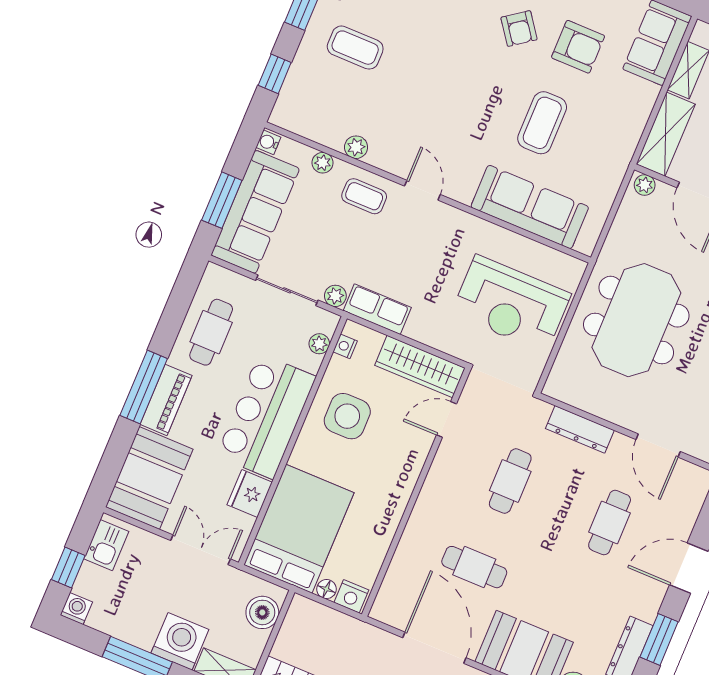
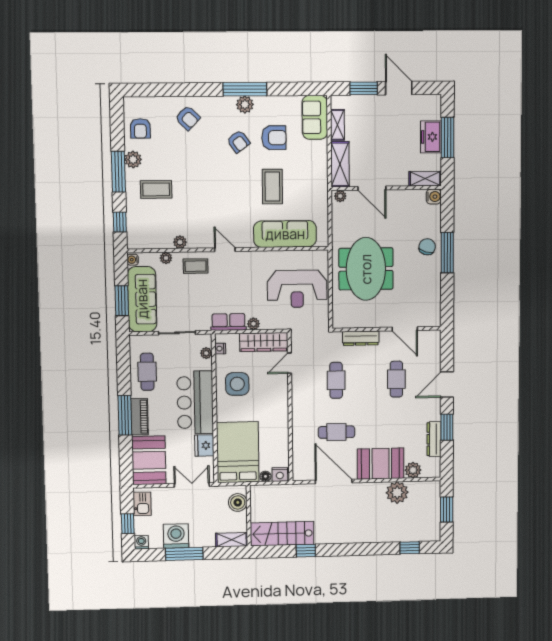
plant: (335, 296) -> (253, 324), moved
washing machine: (180, 641) -> (176, 536), moved

